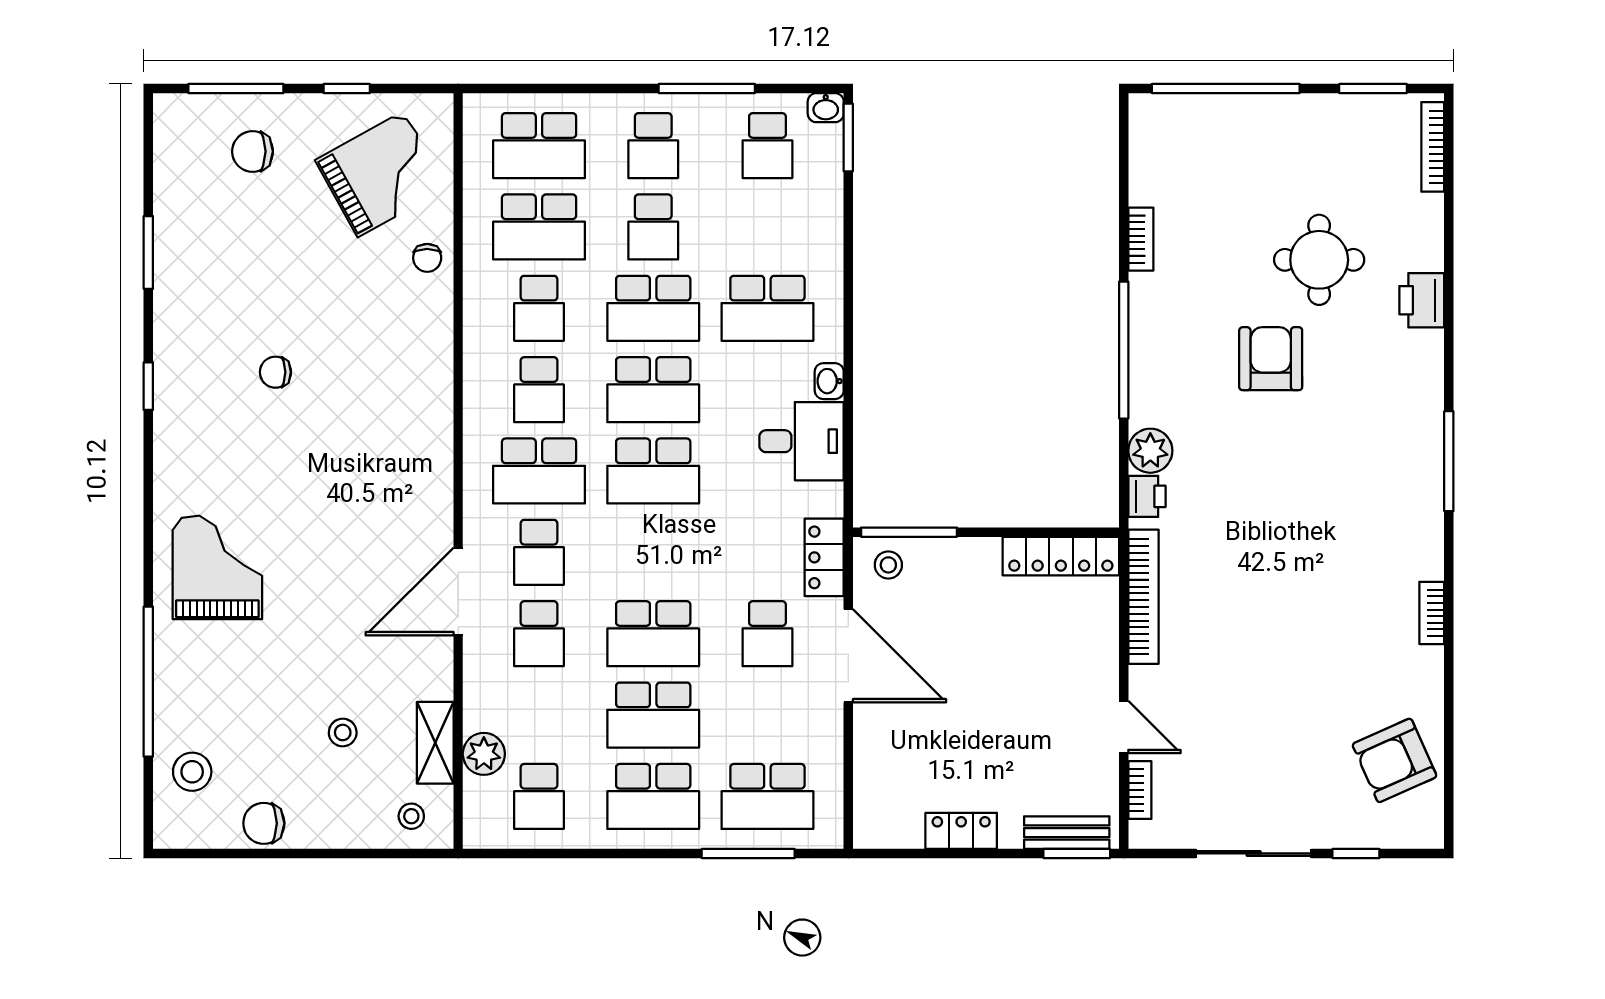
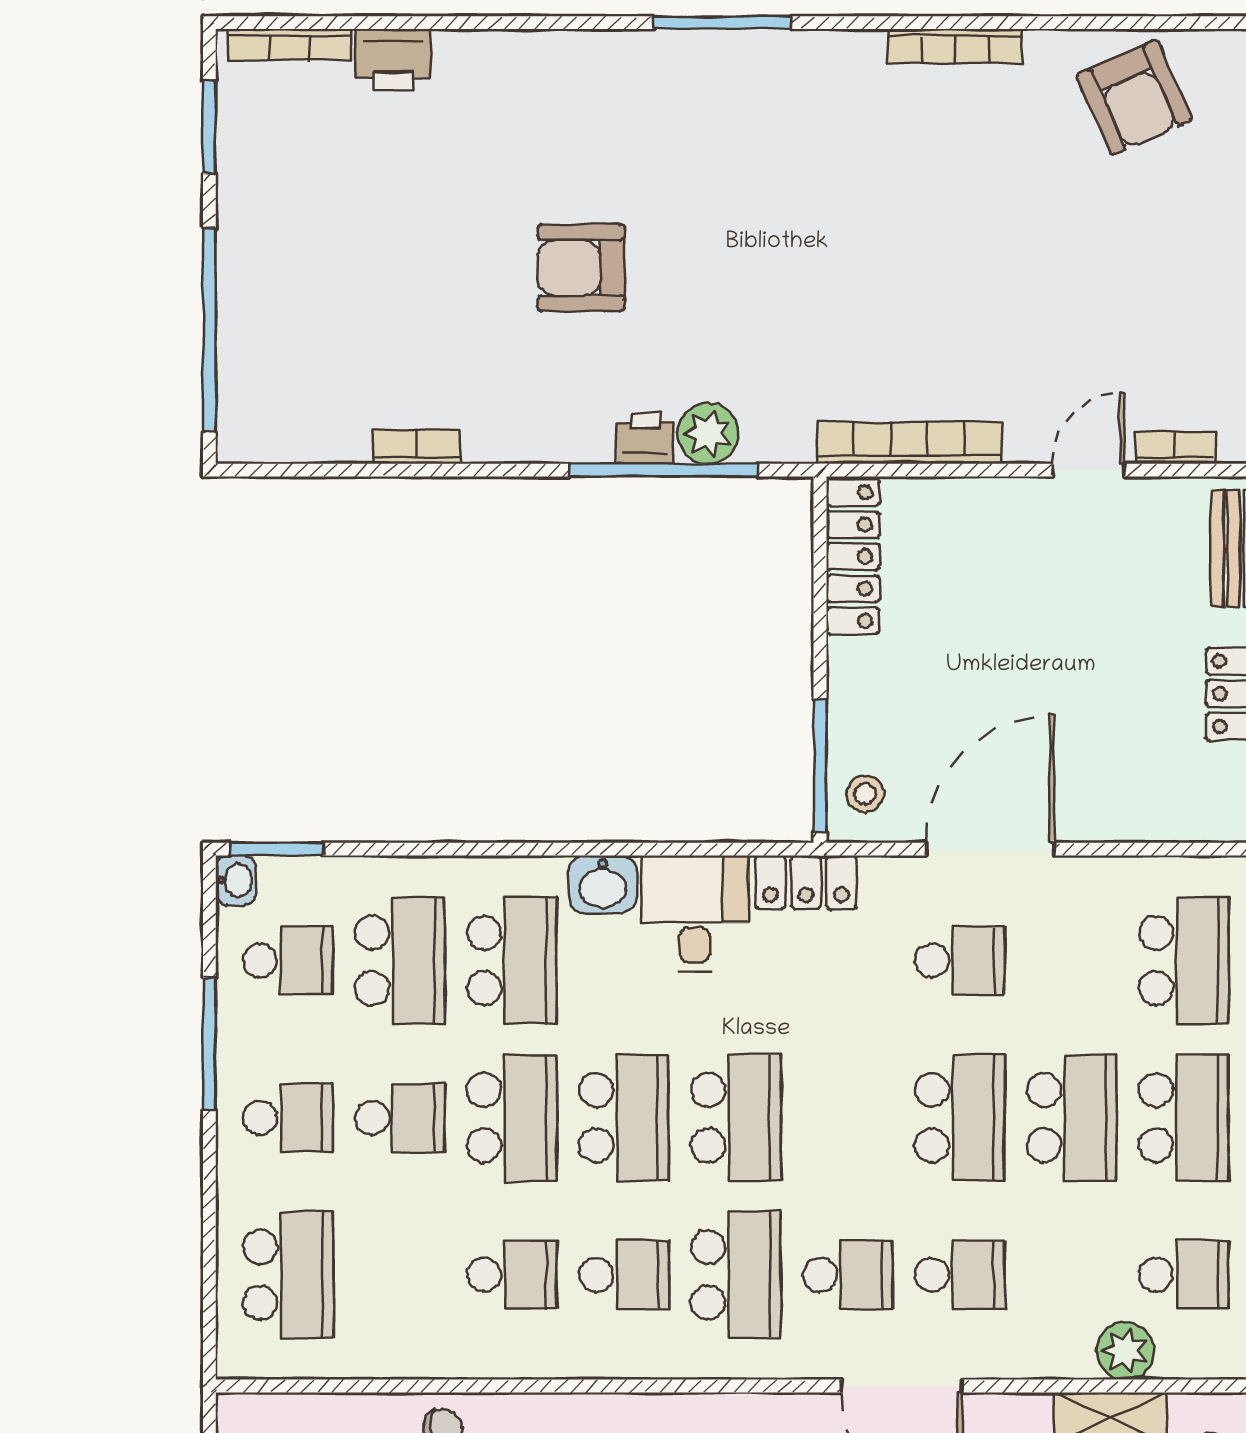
school desk: (539, 227) -> (400, 960), moved
round table: (1319, 260) -> (445, 201), removed
printer: (1422, 300) -> (393, 60), moved
window: (1124, 350) -> (664, 470), moved
washbasin: (829, 381) -> (603, 884), width x1.38, depth x1.45
printer: (1147, 496) -> (645, 438), moved
locker: (824, 557) -> (806, 882), moved
bookcase: (1432, 613) -> (955, 46), width x1.56

